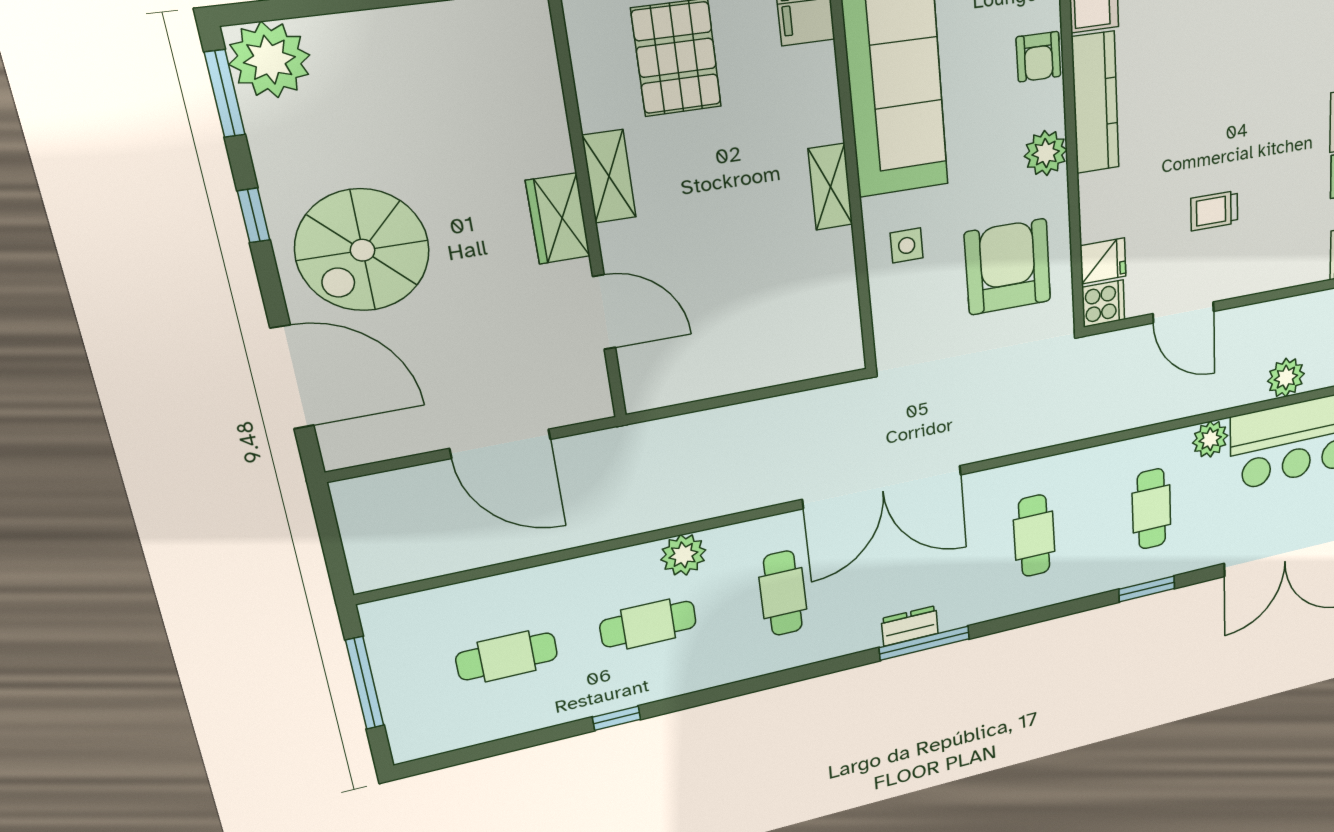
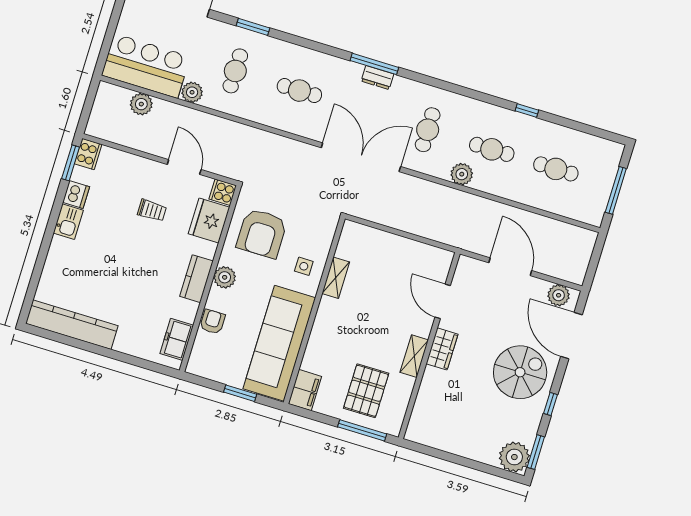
kitchen counter: (1095, 103) -> (196, 279), width x0.67
shelving: (830, 187) -> (336, 278), moved
fridge: (1103, 261) -> (209, 220), width x1.88, depth x1.34
plant: (368, 441) -> (559, 295), added
cafe table: (1034, 536) -> (299, 91), turned 90

